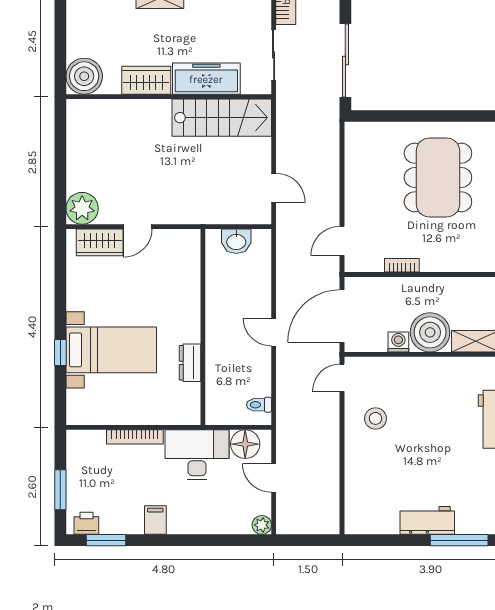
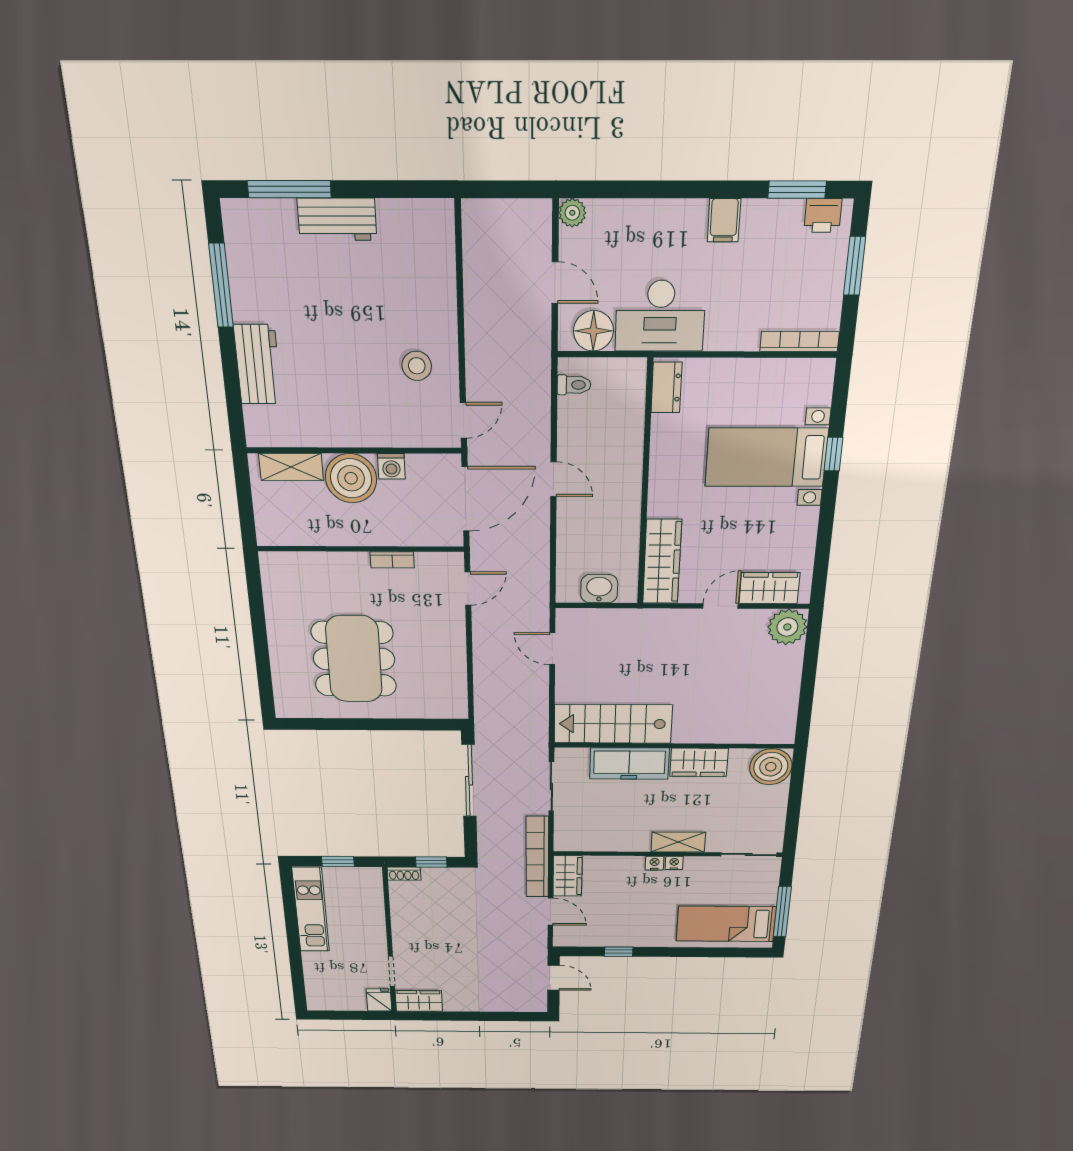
wardrobe: (187, 265) -> (662, 562), added
dresser: (190, 363) -> (666, 387), moved
bookcase: (135, 437) -> (799, 341), moved

